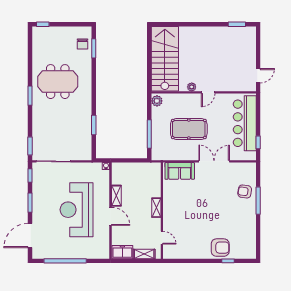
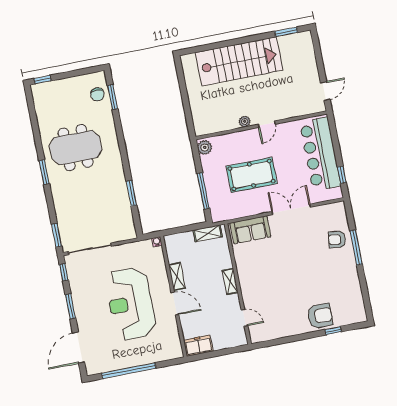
stairs: (165, 59) -> (239, 61), moved, turned 90
shelving: (144, 254) -> (208, 233), moved

